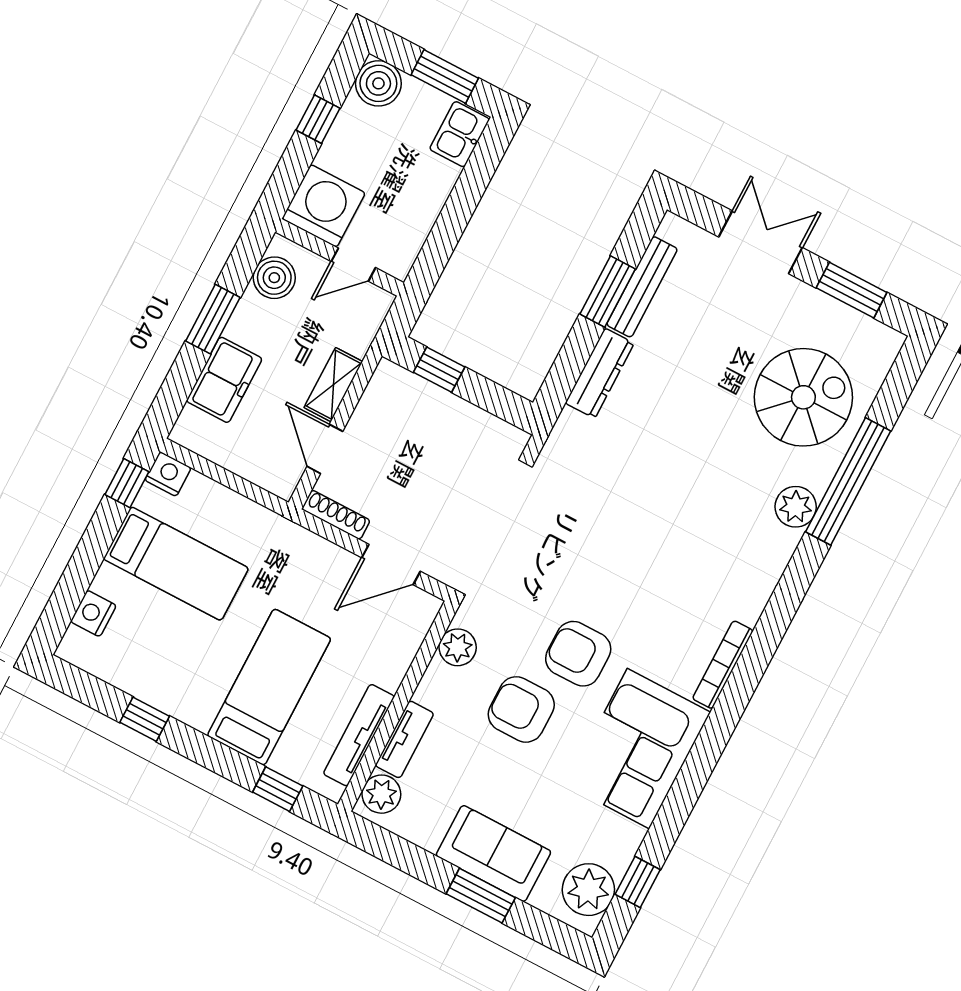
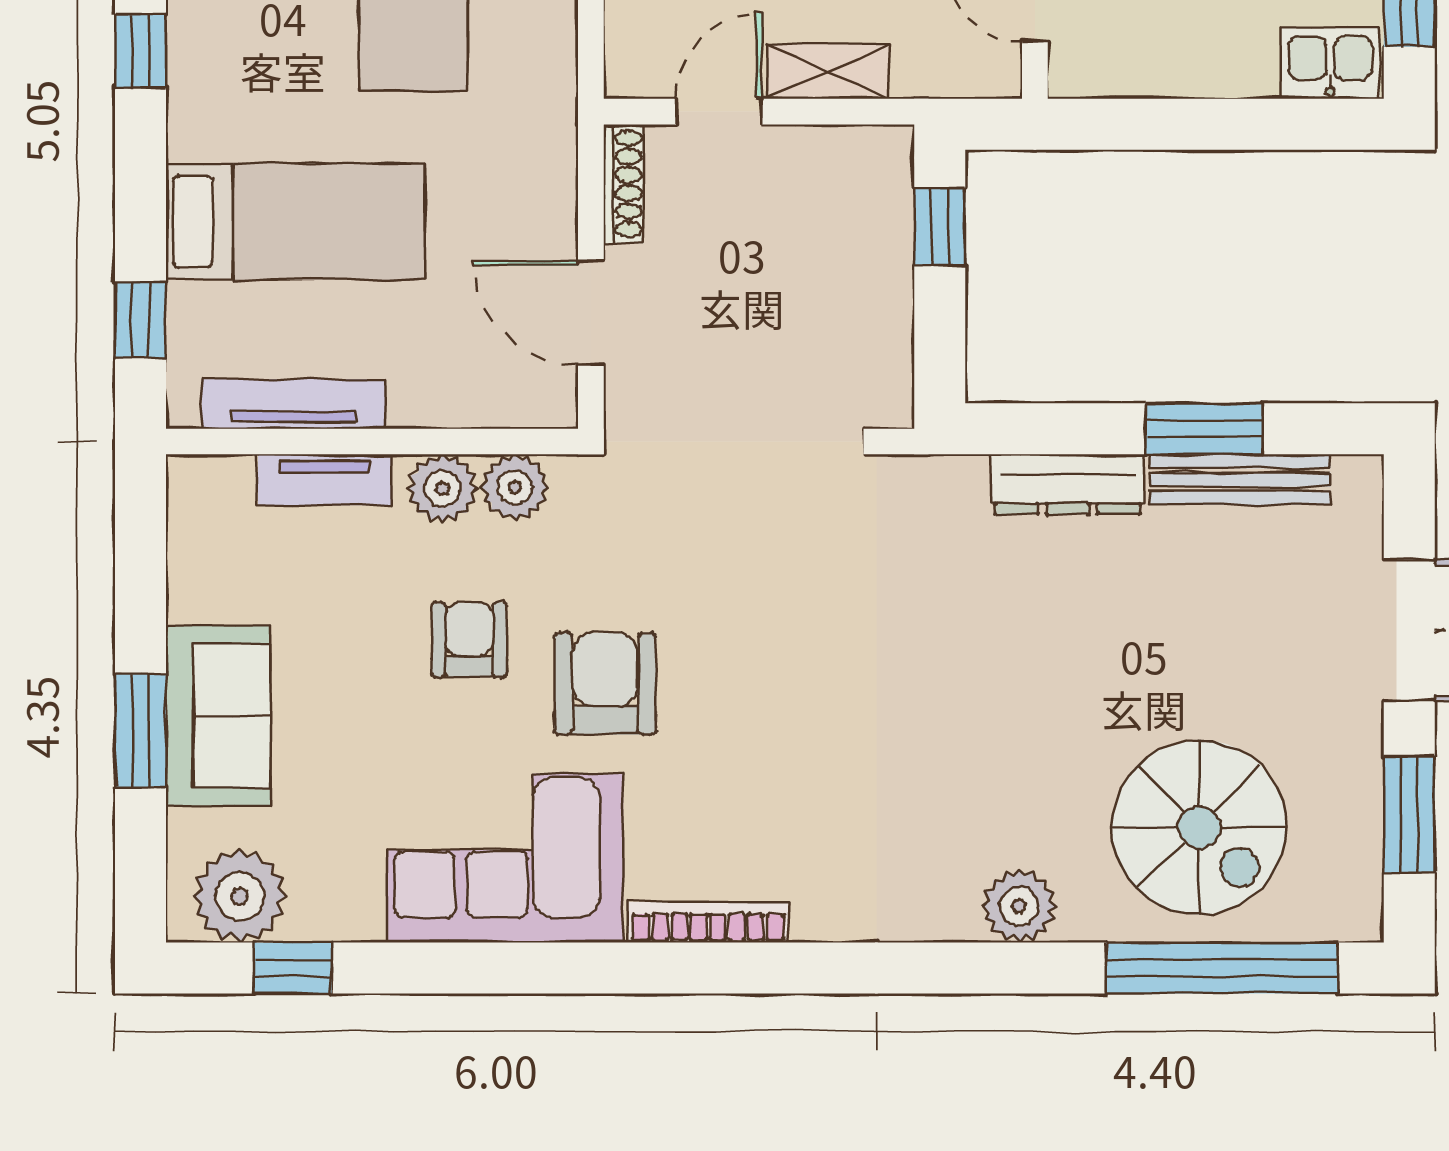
window: (848, 481) -> (1222, 968), moved
armchair: (521, 709) -> (469, 640), width x0.72, depth x0.72
plant: (381, 794) -> (442, 489), moved

